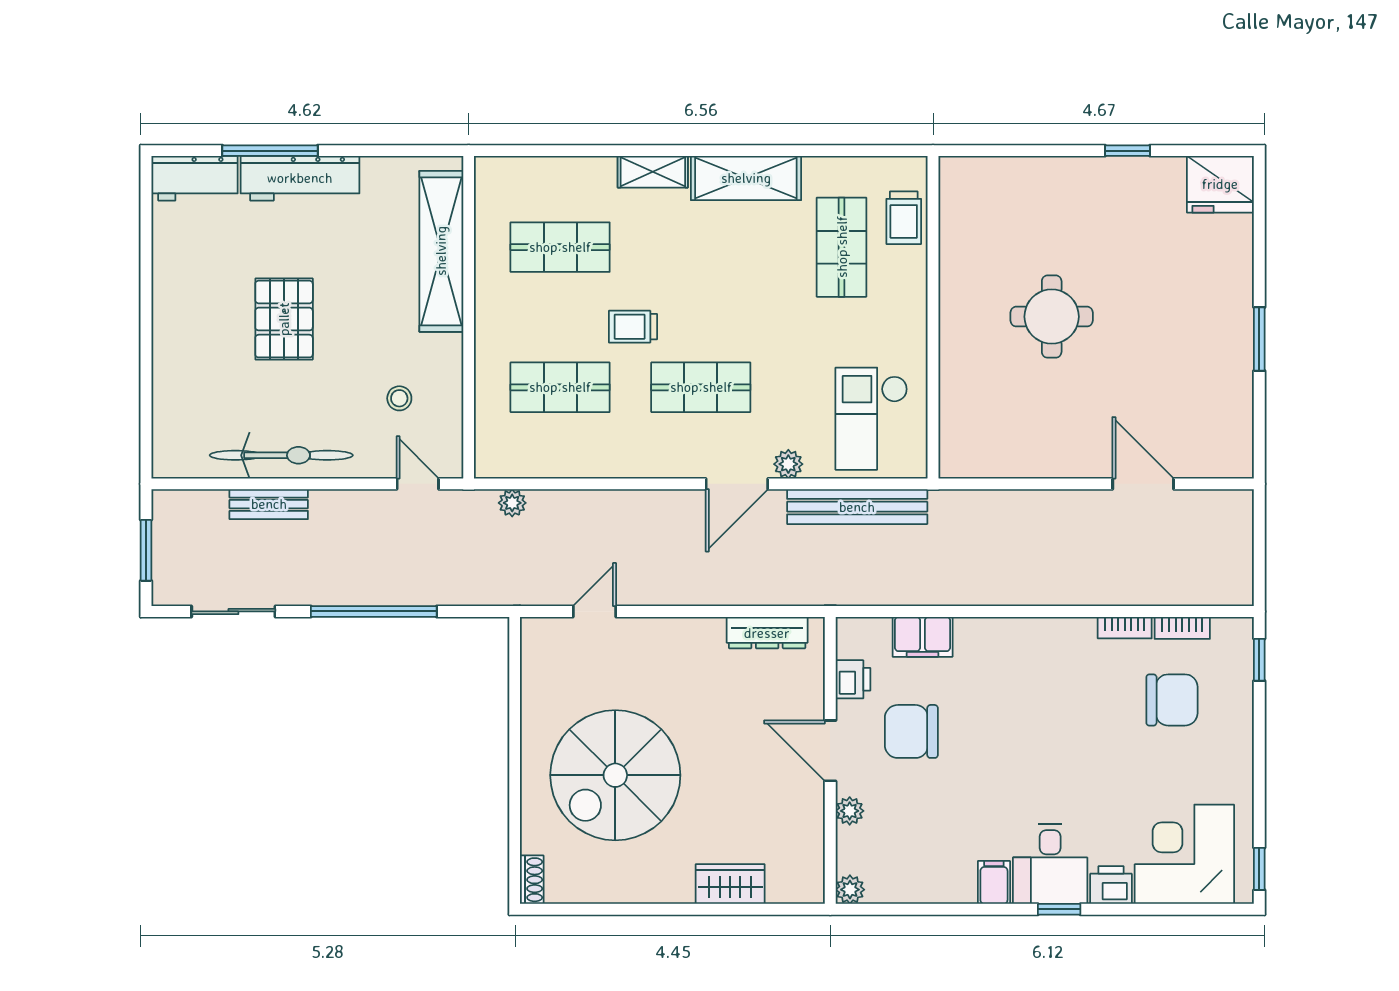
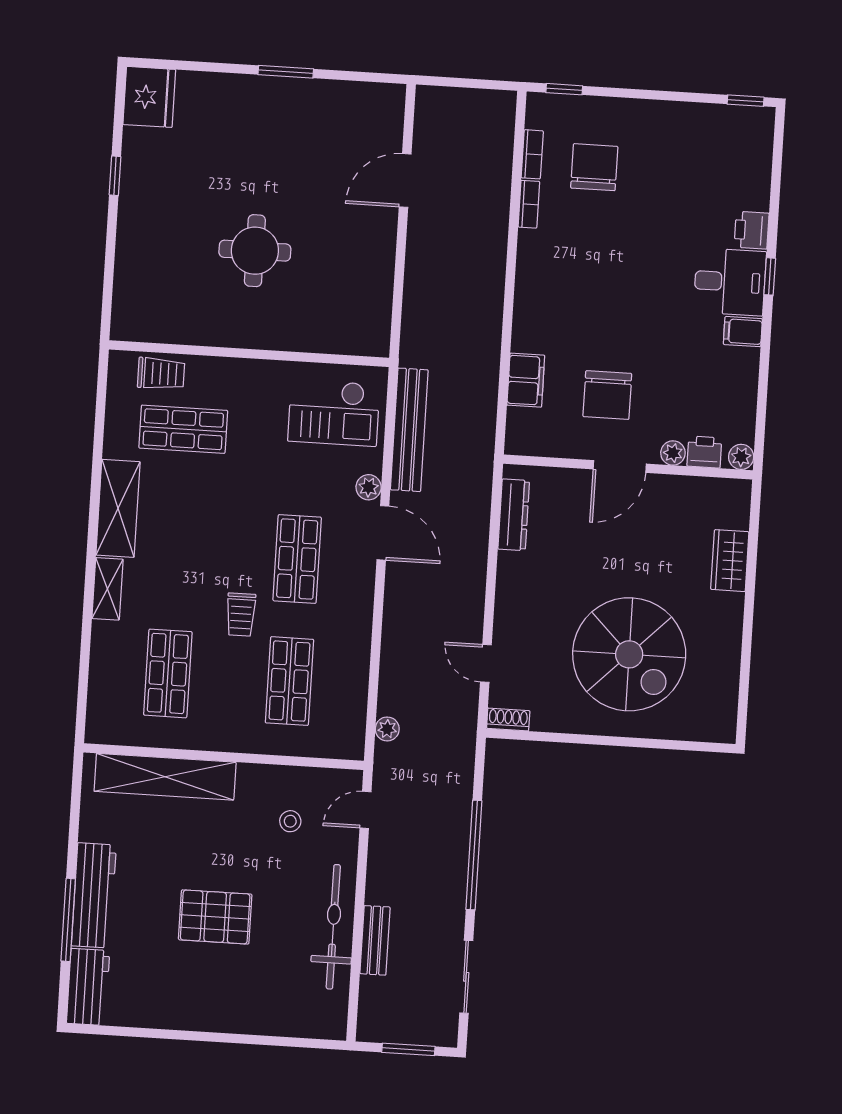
printer: (853, 679) -> (704, 452), moved
corner desk: (1184, 854) -> (729, 165), removed
shoe rack: (532, 880) -> (508, 720), moved

